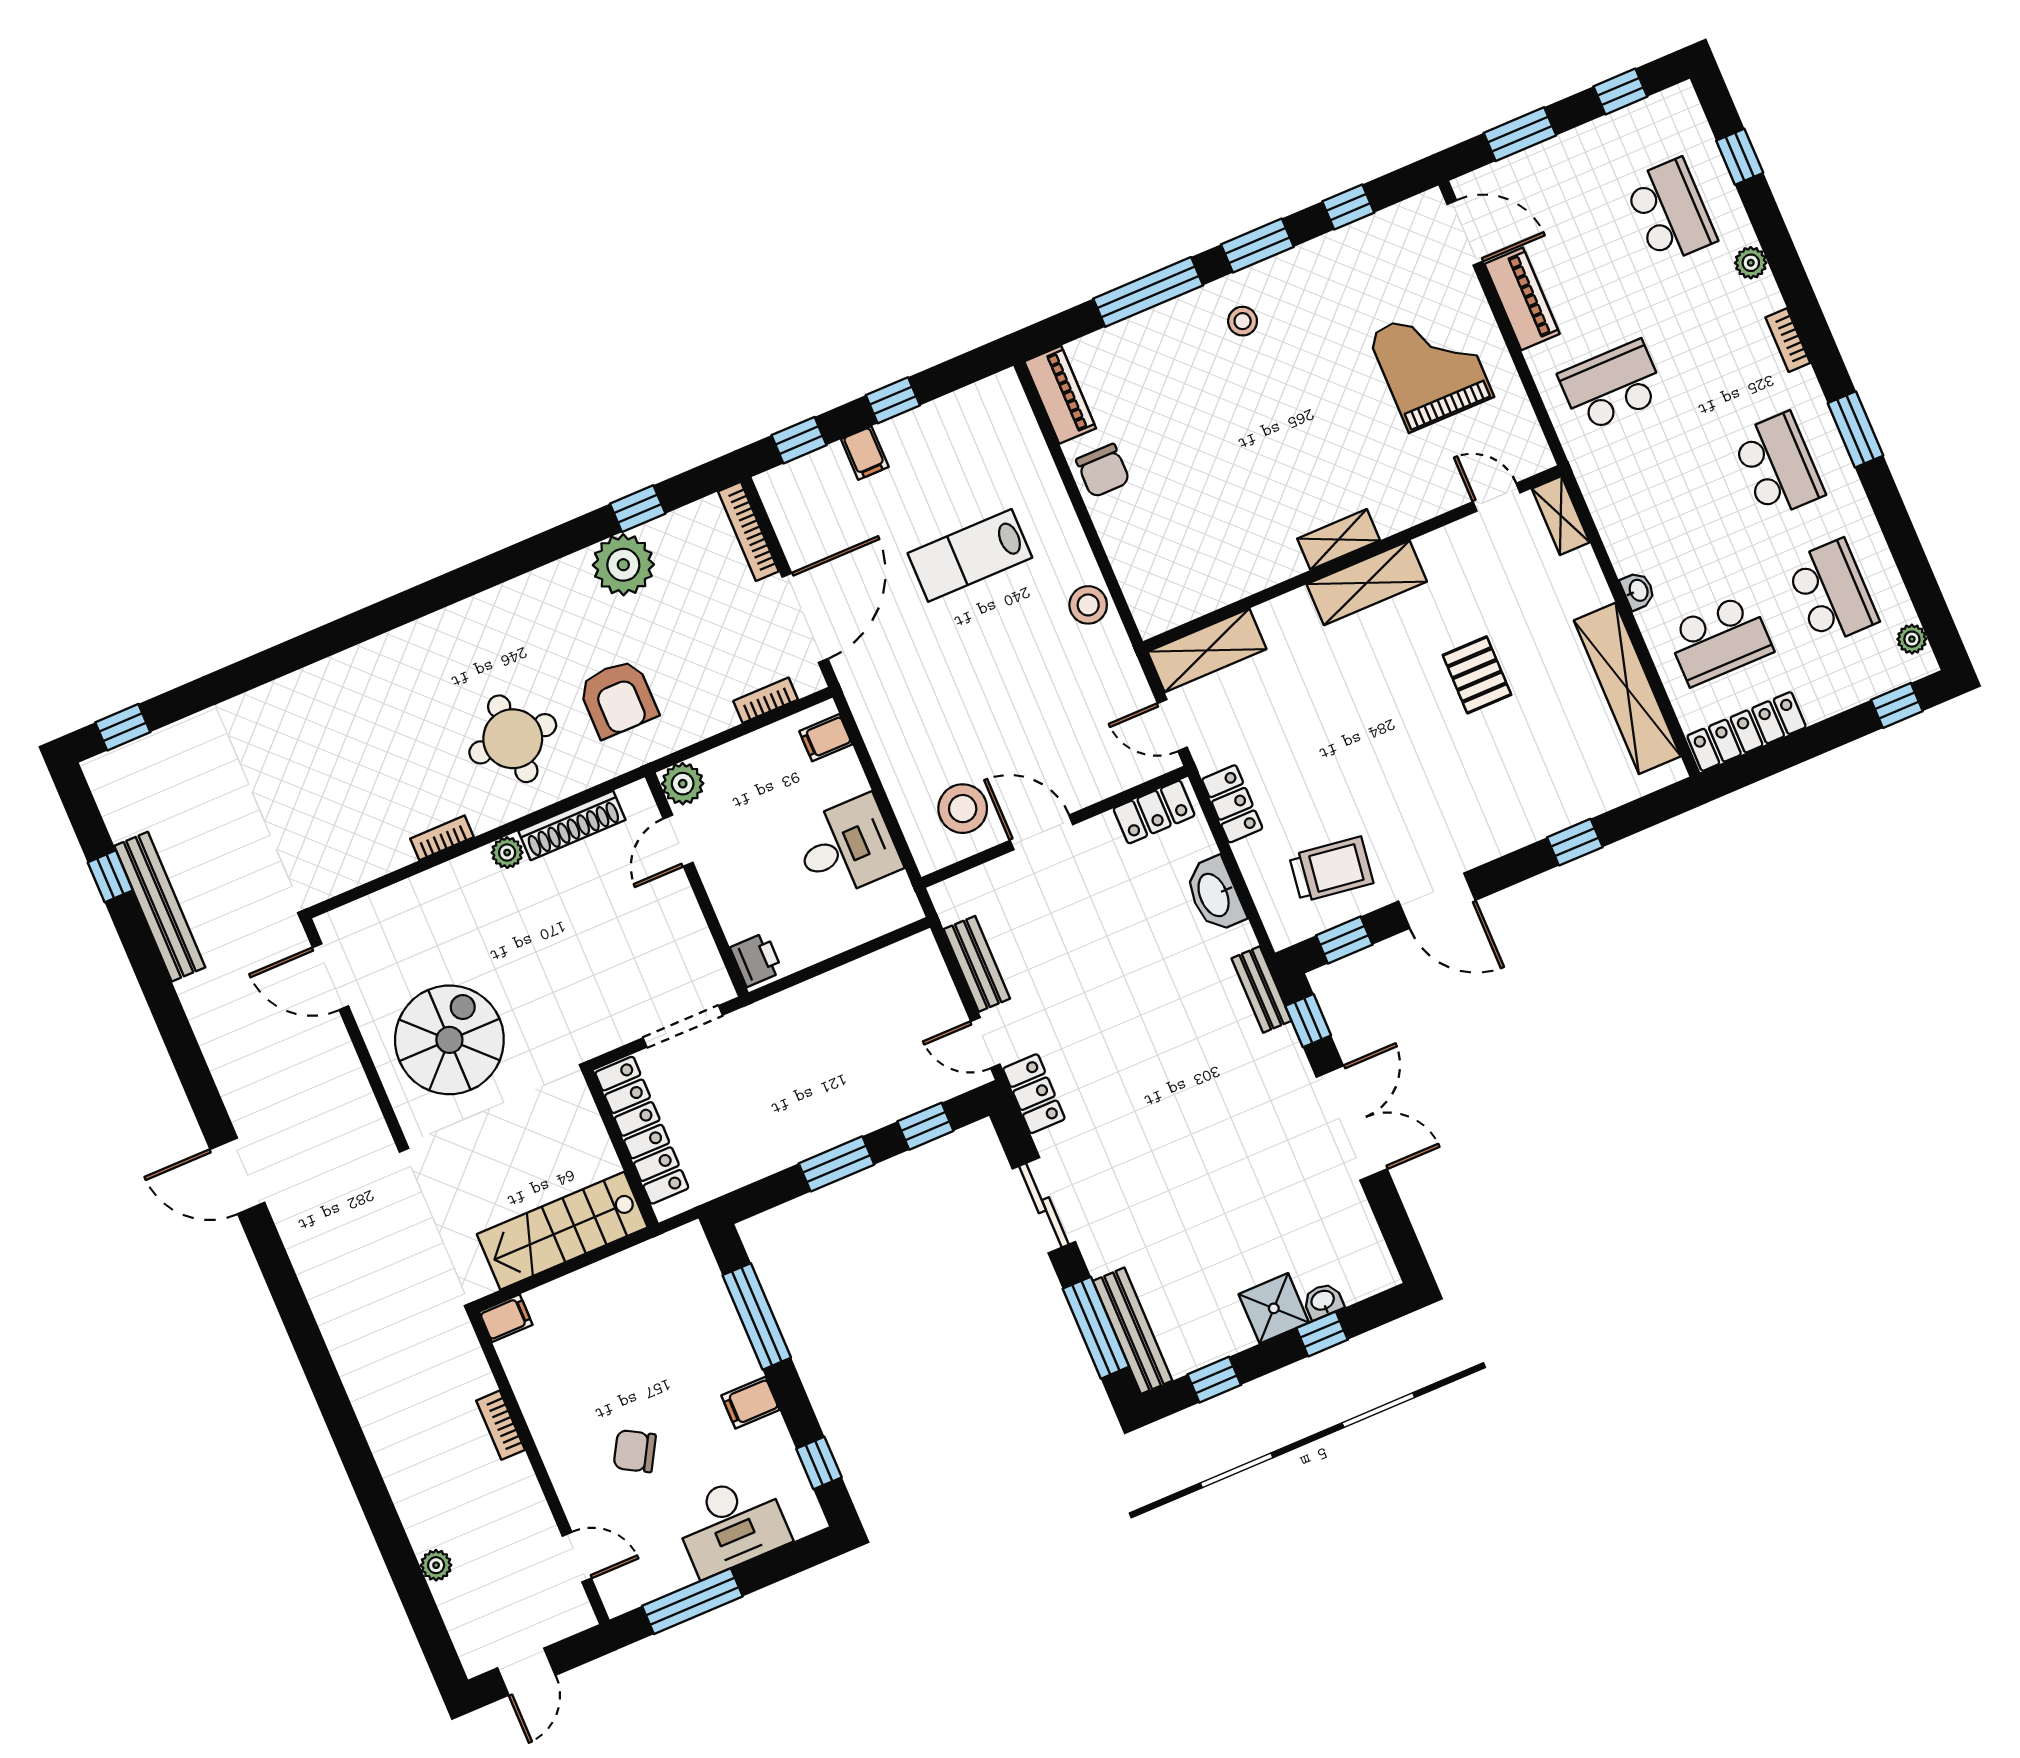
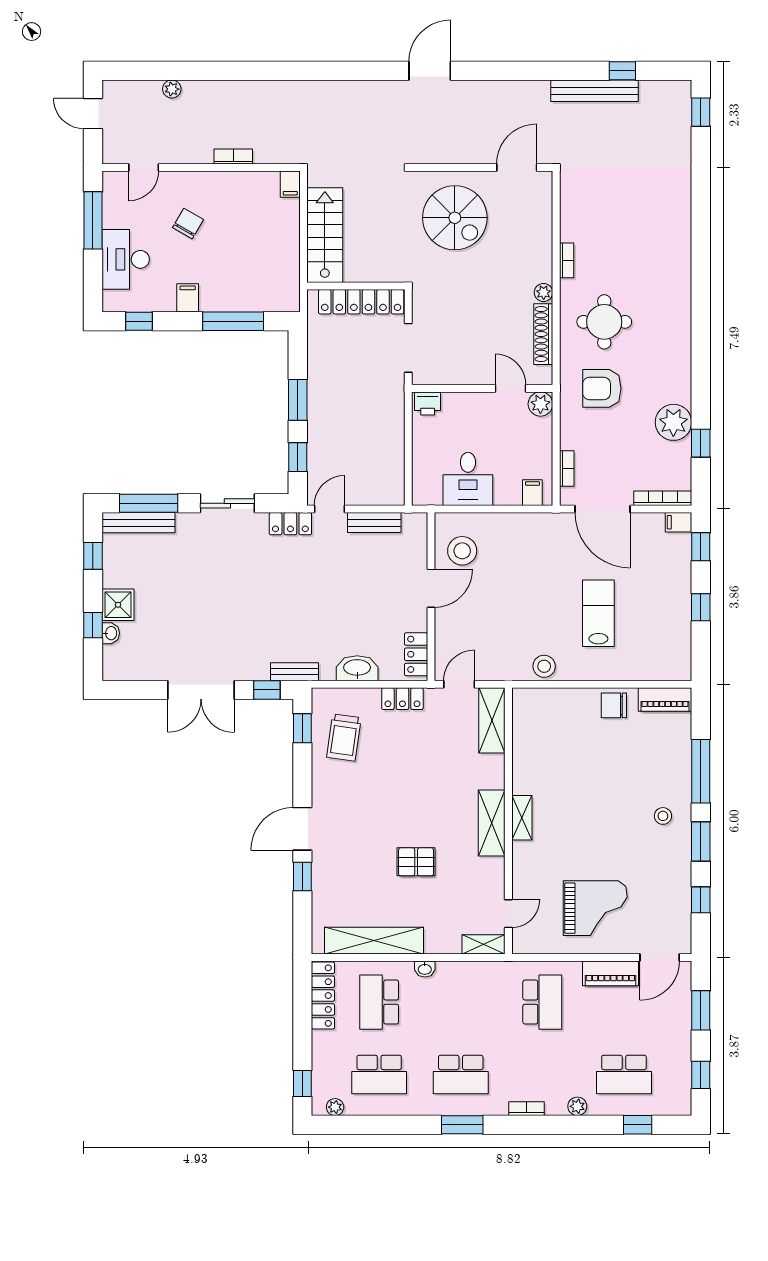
filing cabinet: (865, 453) -> (678, 522), moved
door: (1437, 901) -> (302, 829), moved

